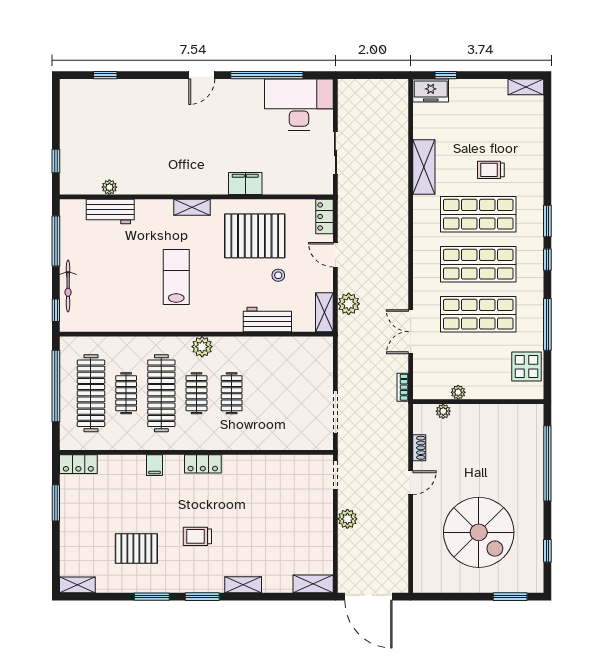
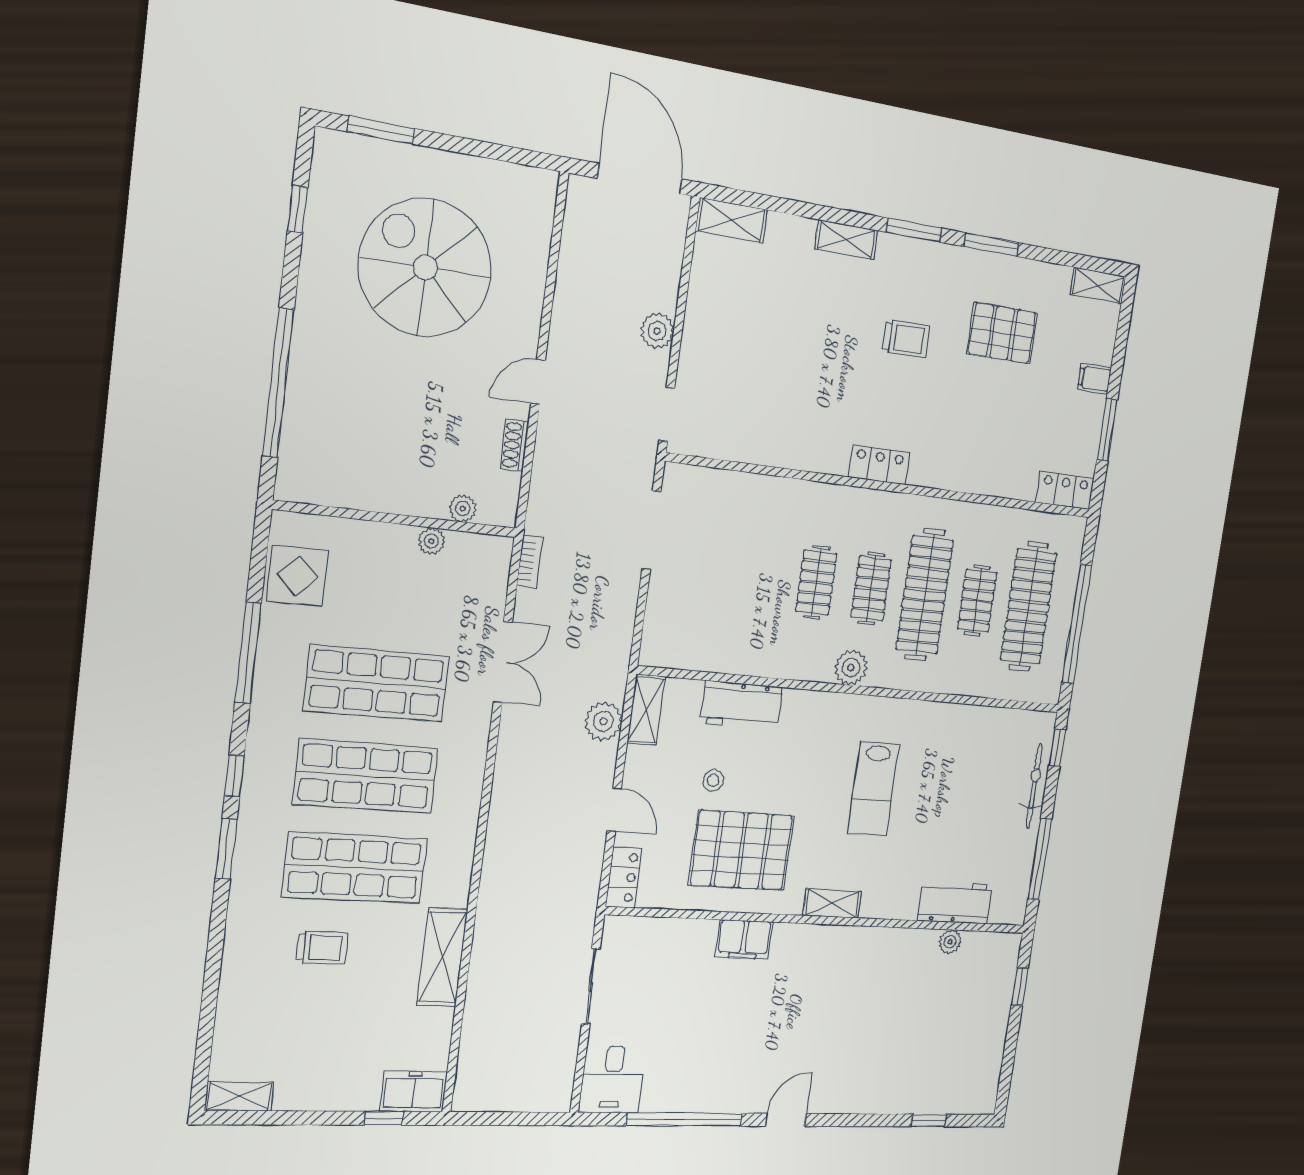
desk: (299, 105) -> (612, 1079), width x0.53, depth x0.77
filing cabinet: (155, 465) -> (1094, 379), moved, turned -90

